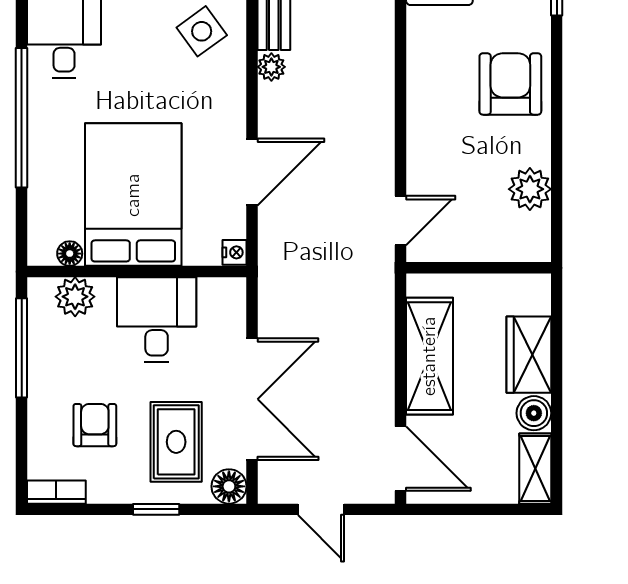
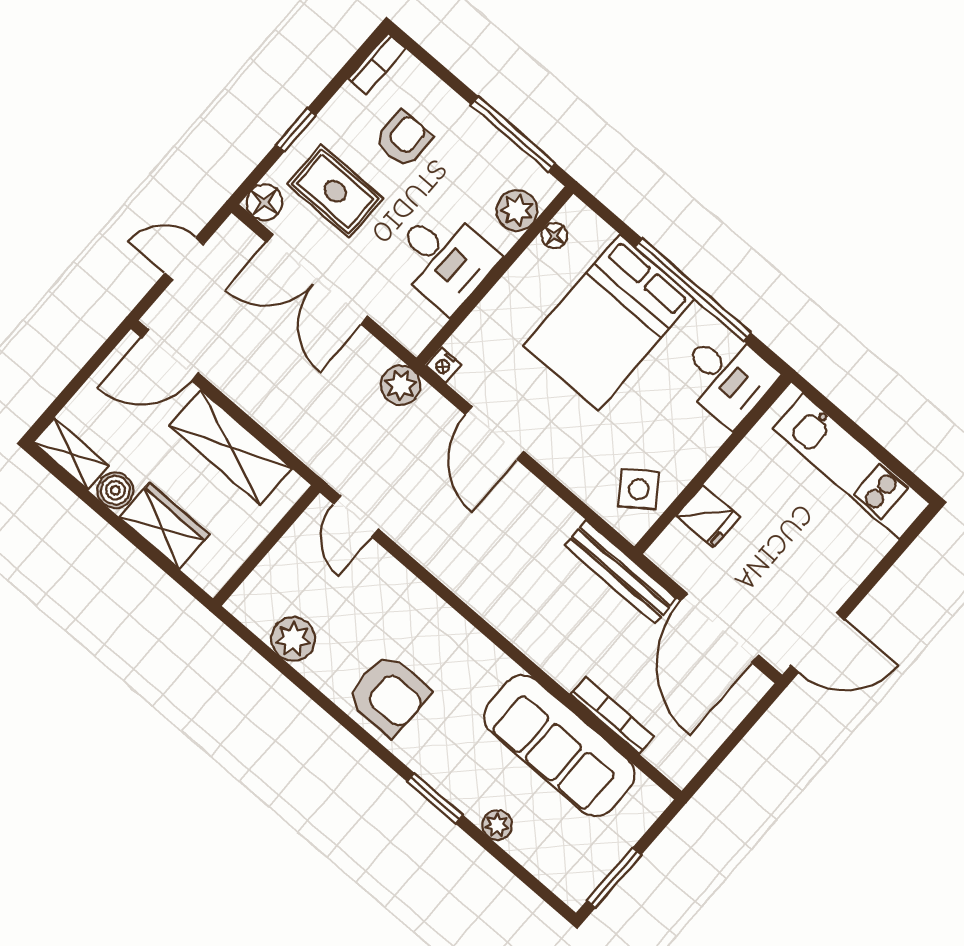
plant: (271, 67) -> (400, 385), moved, width x1.38, depth x1.38
bed: (133, 195) -> (609, 322), moved, turned 90
armchair: (95, 425) -> (403, 139), turned -90

